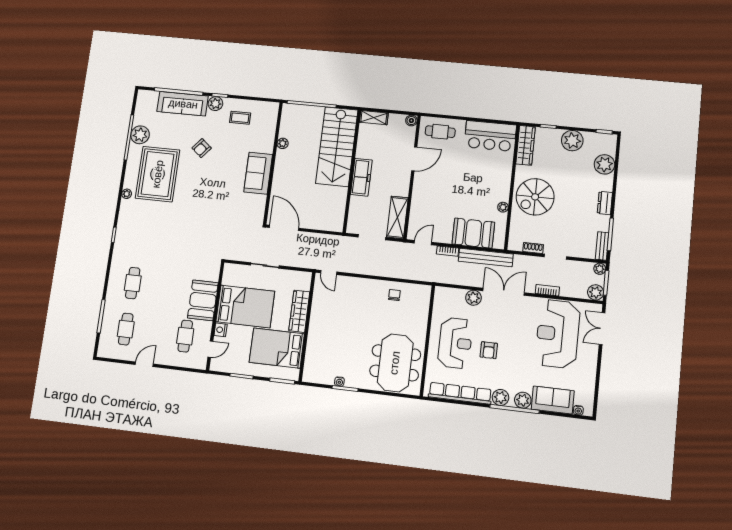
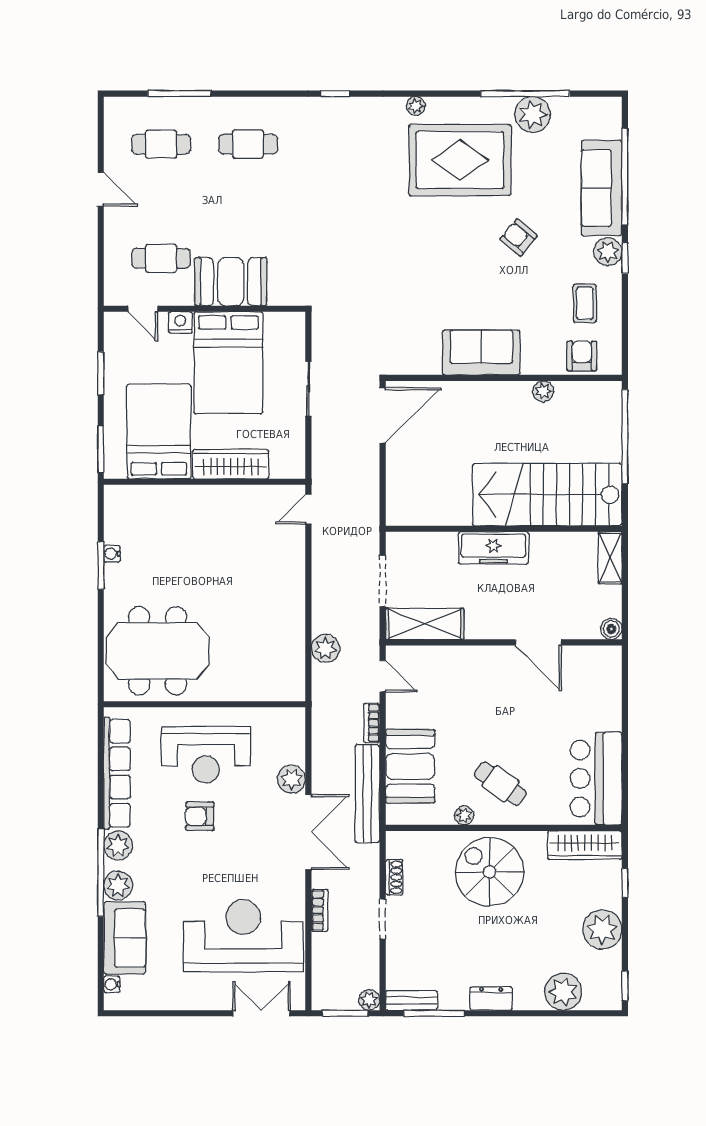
armchair: (267, 122) -> (582, 356), added
cafe table: (440, 132) -> (500, 784), moved, turned -54
plant: (596, 292) -> (325, 648), moved
chair: (394, 295) -> (280, 635), removed

